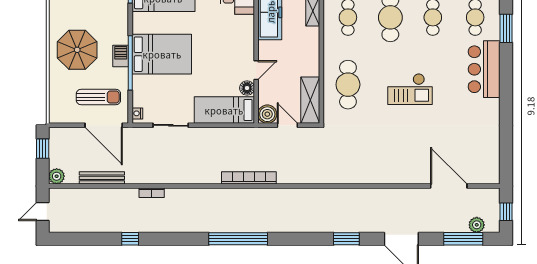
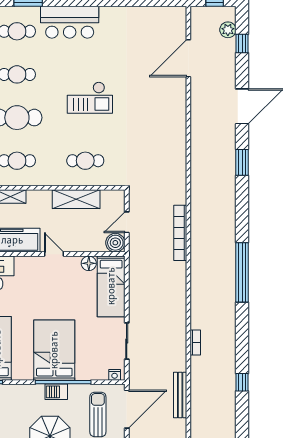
door: (256, 70) -> (54, 254), moved
cafe table: (348, 85) -> (85, 161), width x0.73, depth x0.74
checkout: (410, 89) -> (90, 98), turned 90
shelving: (310, 100) -> (76, 199), moved
bench: (102, 178) -> (180, 395), moved
bookcase: (249, 178) -> (180, 233), moved
bookcase: (152, 193) -> (195, 342), moved
window: (463, 239) -> (242, 43), width x0.46

